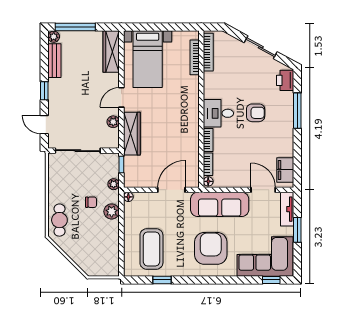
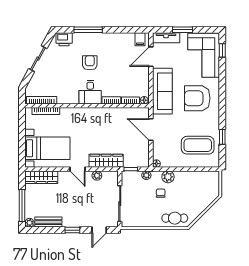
filing cabinet: (285, 170) -> (140, 39), width x0.50

